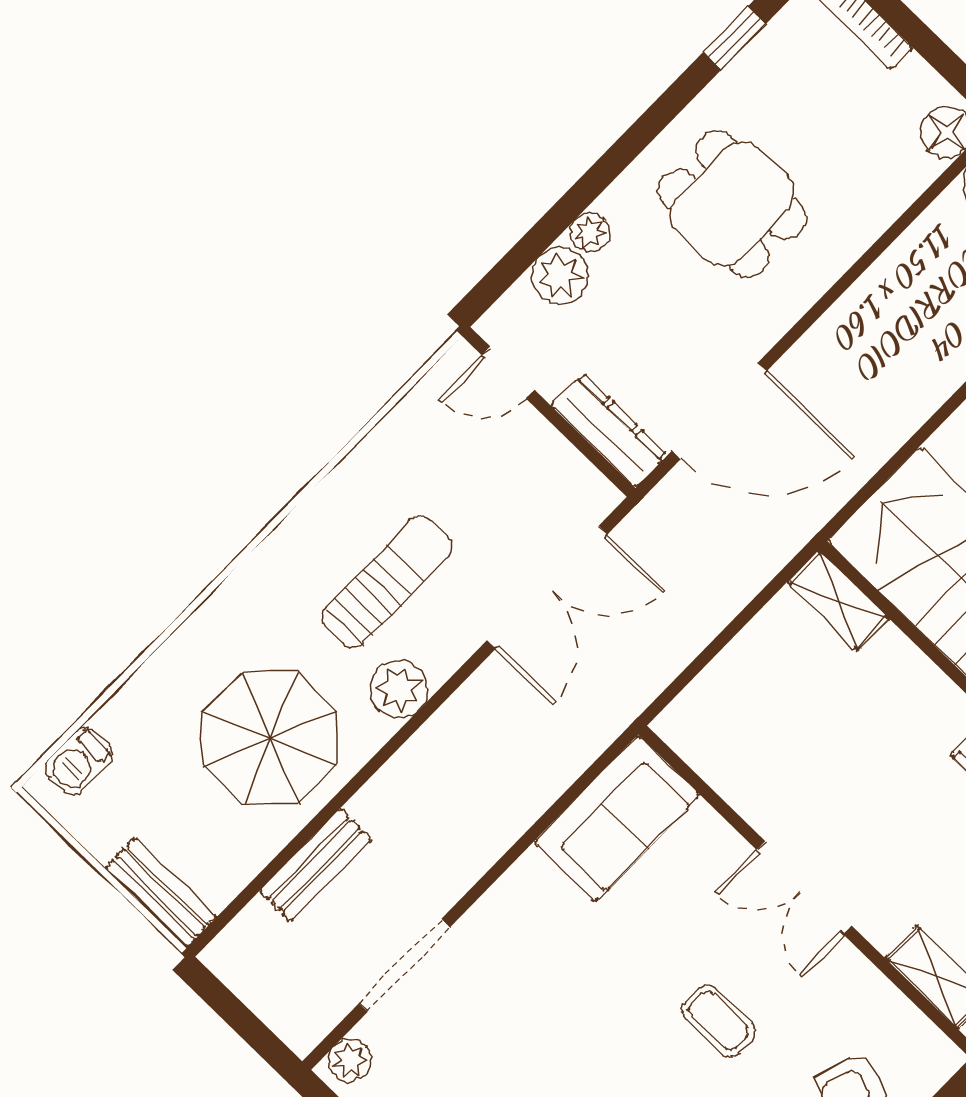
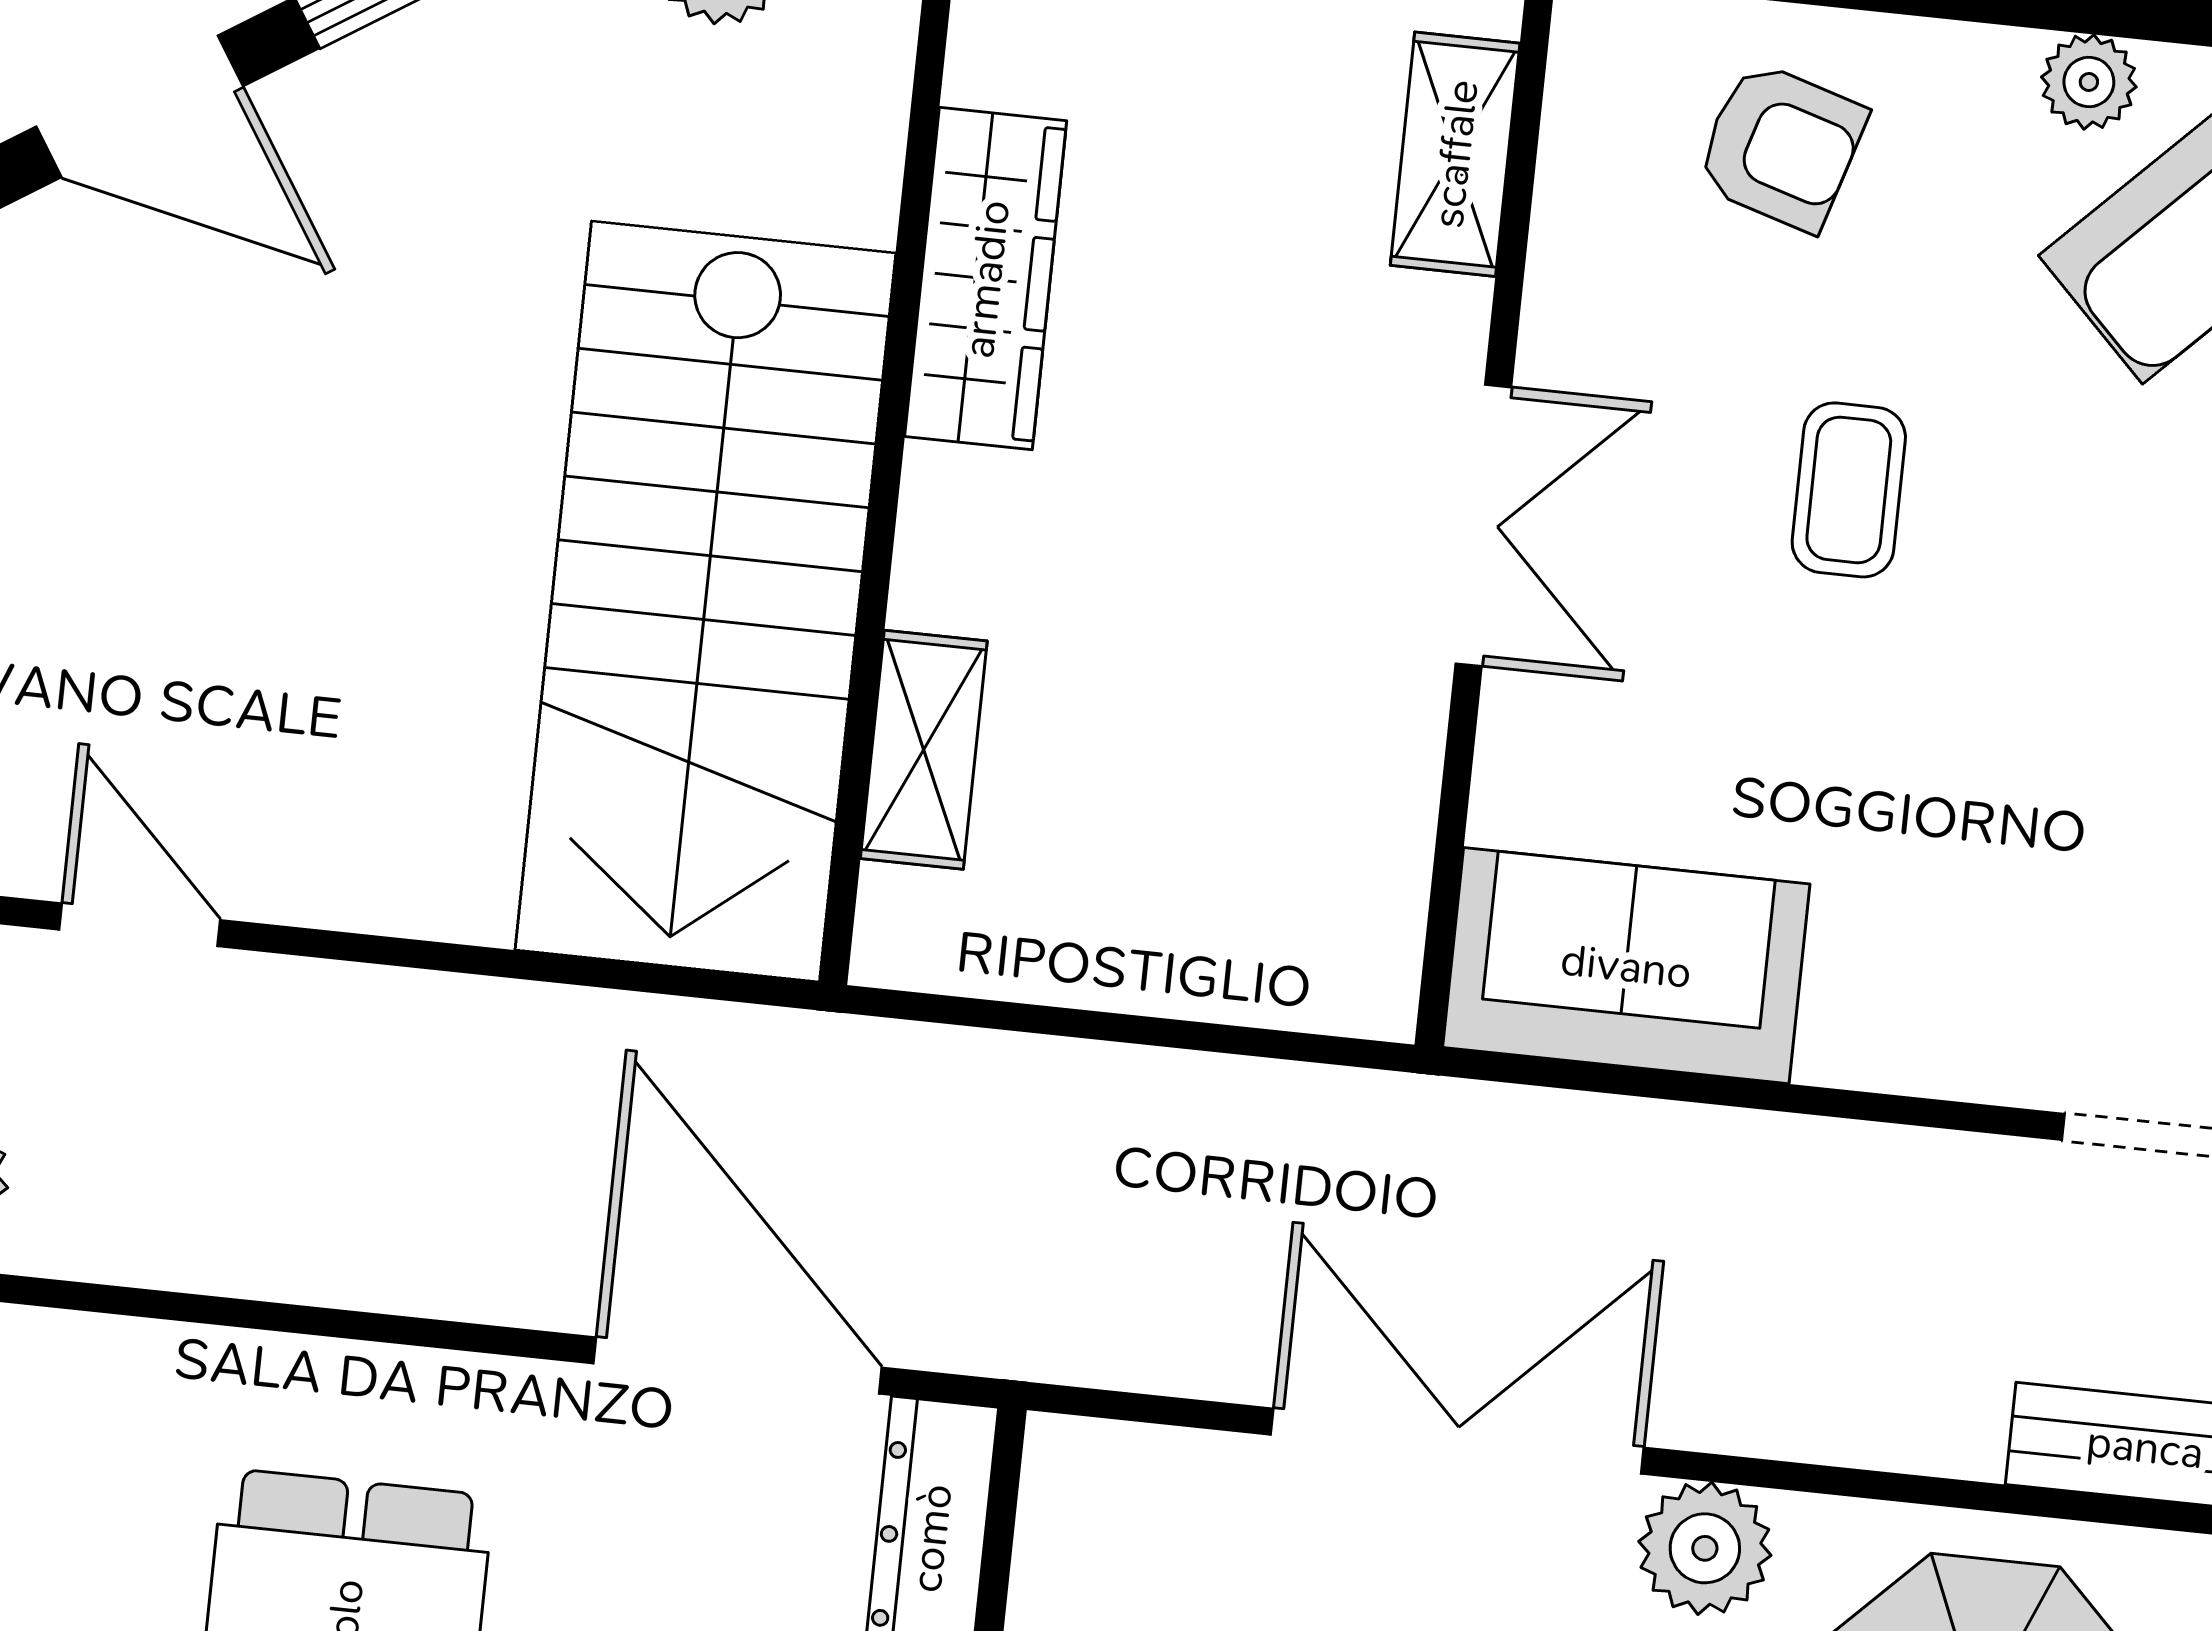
double door: (547, 587) -> (1457, 1441), moved
shelving: (839, 600) -> (924, 750), moved

